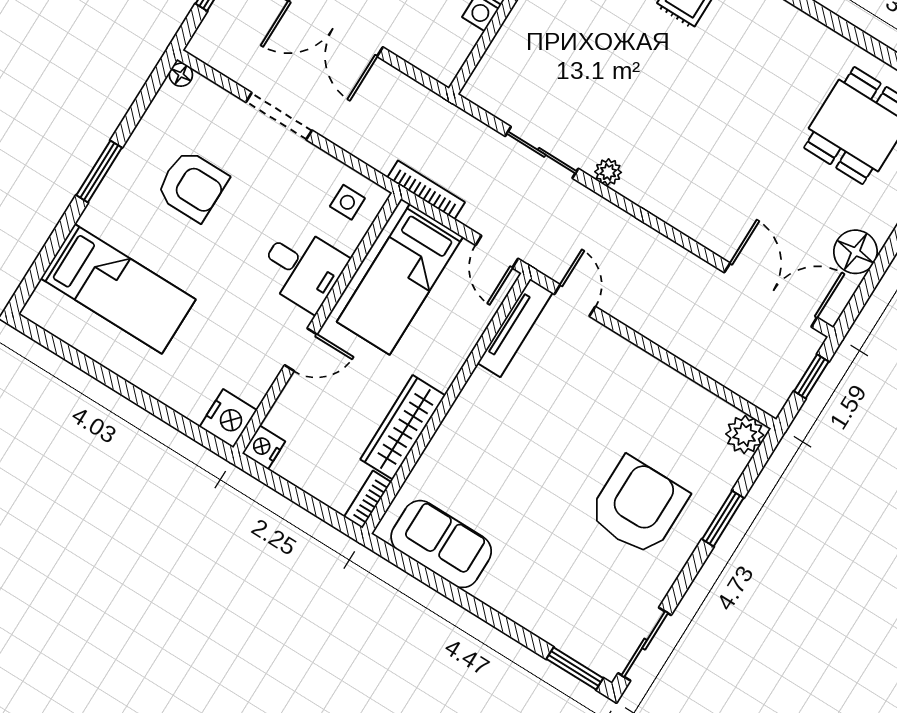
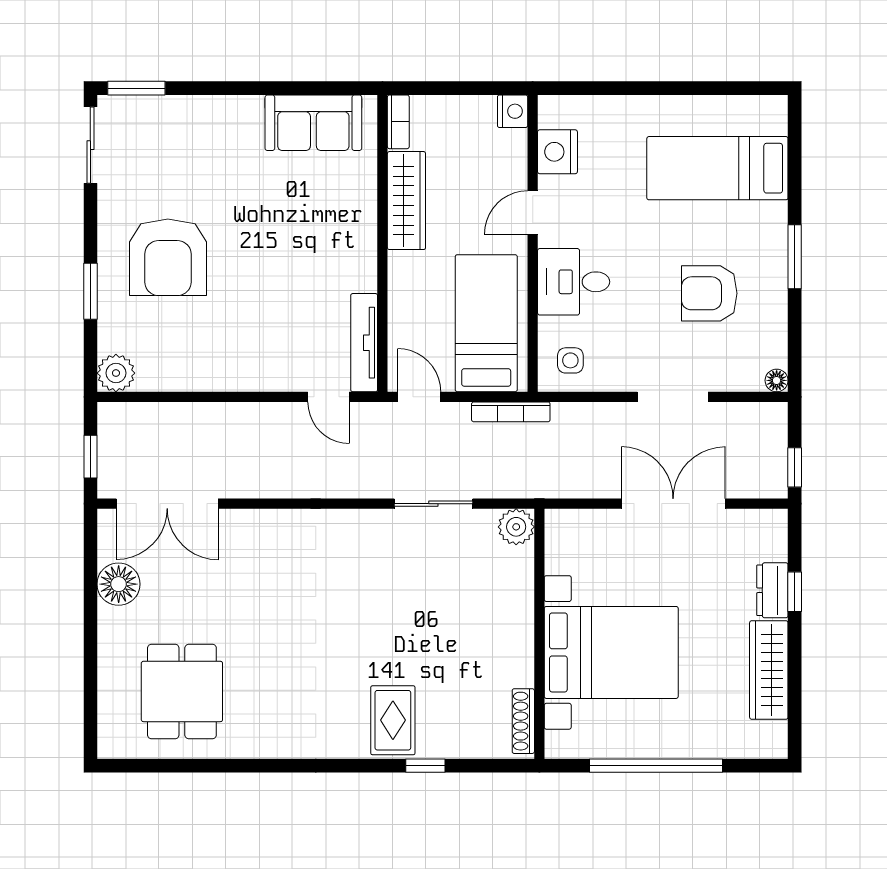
plant: (608, 172) -> (516, 527), moved, width x1.38, depth x1.38
nightstand: (228, 418) -> (557, 152), moved

